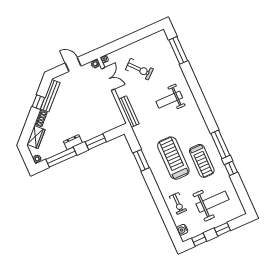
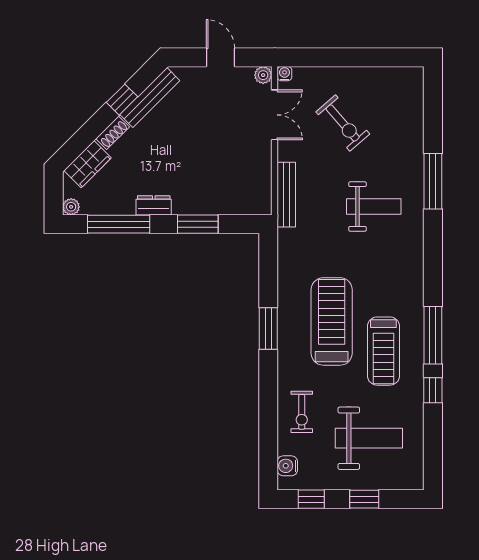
window: (178, 50) -> (433, 181), moved
weight bench: (169, 100) -> (374, 207), turned 180
window: (141, 160) -> (268, 329), moved

